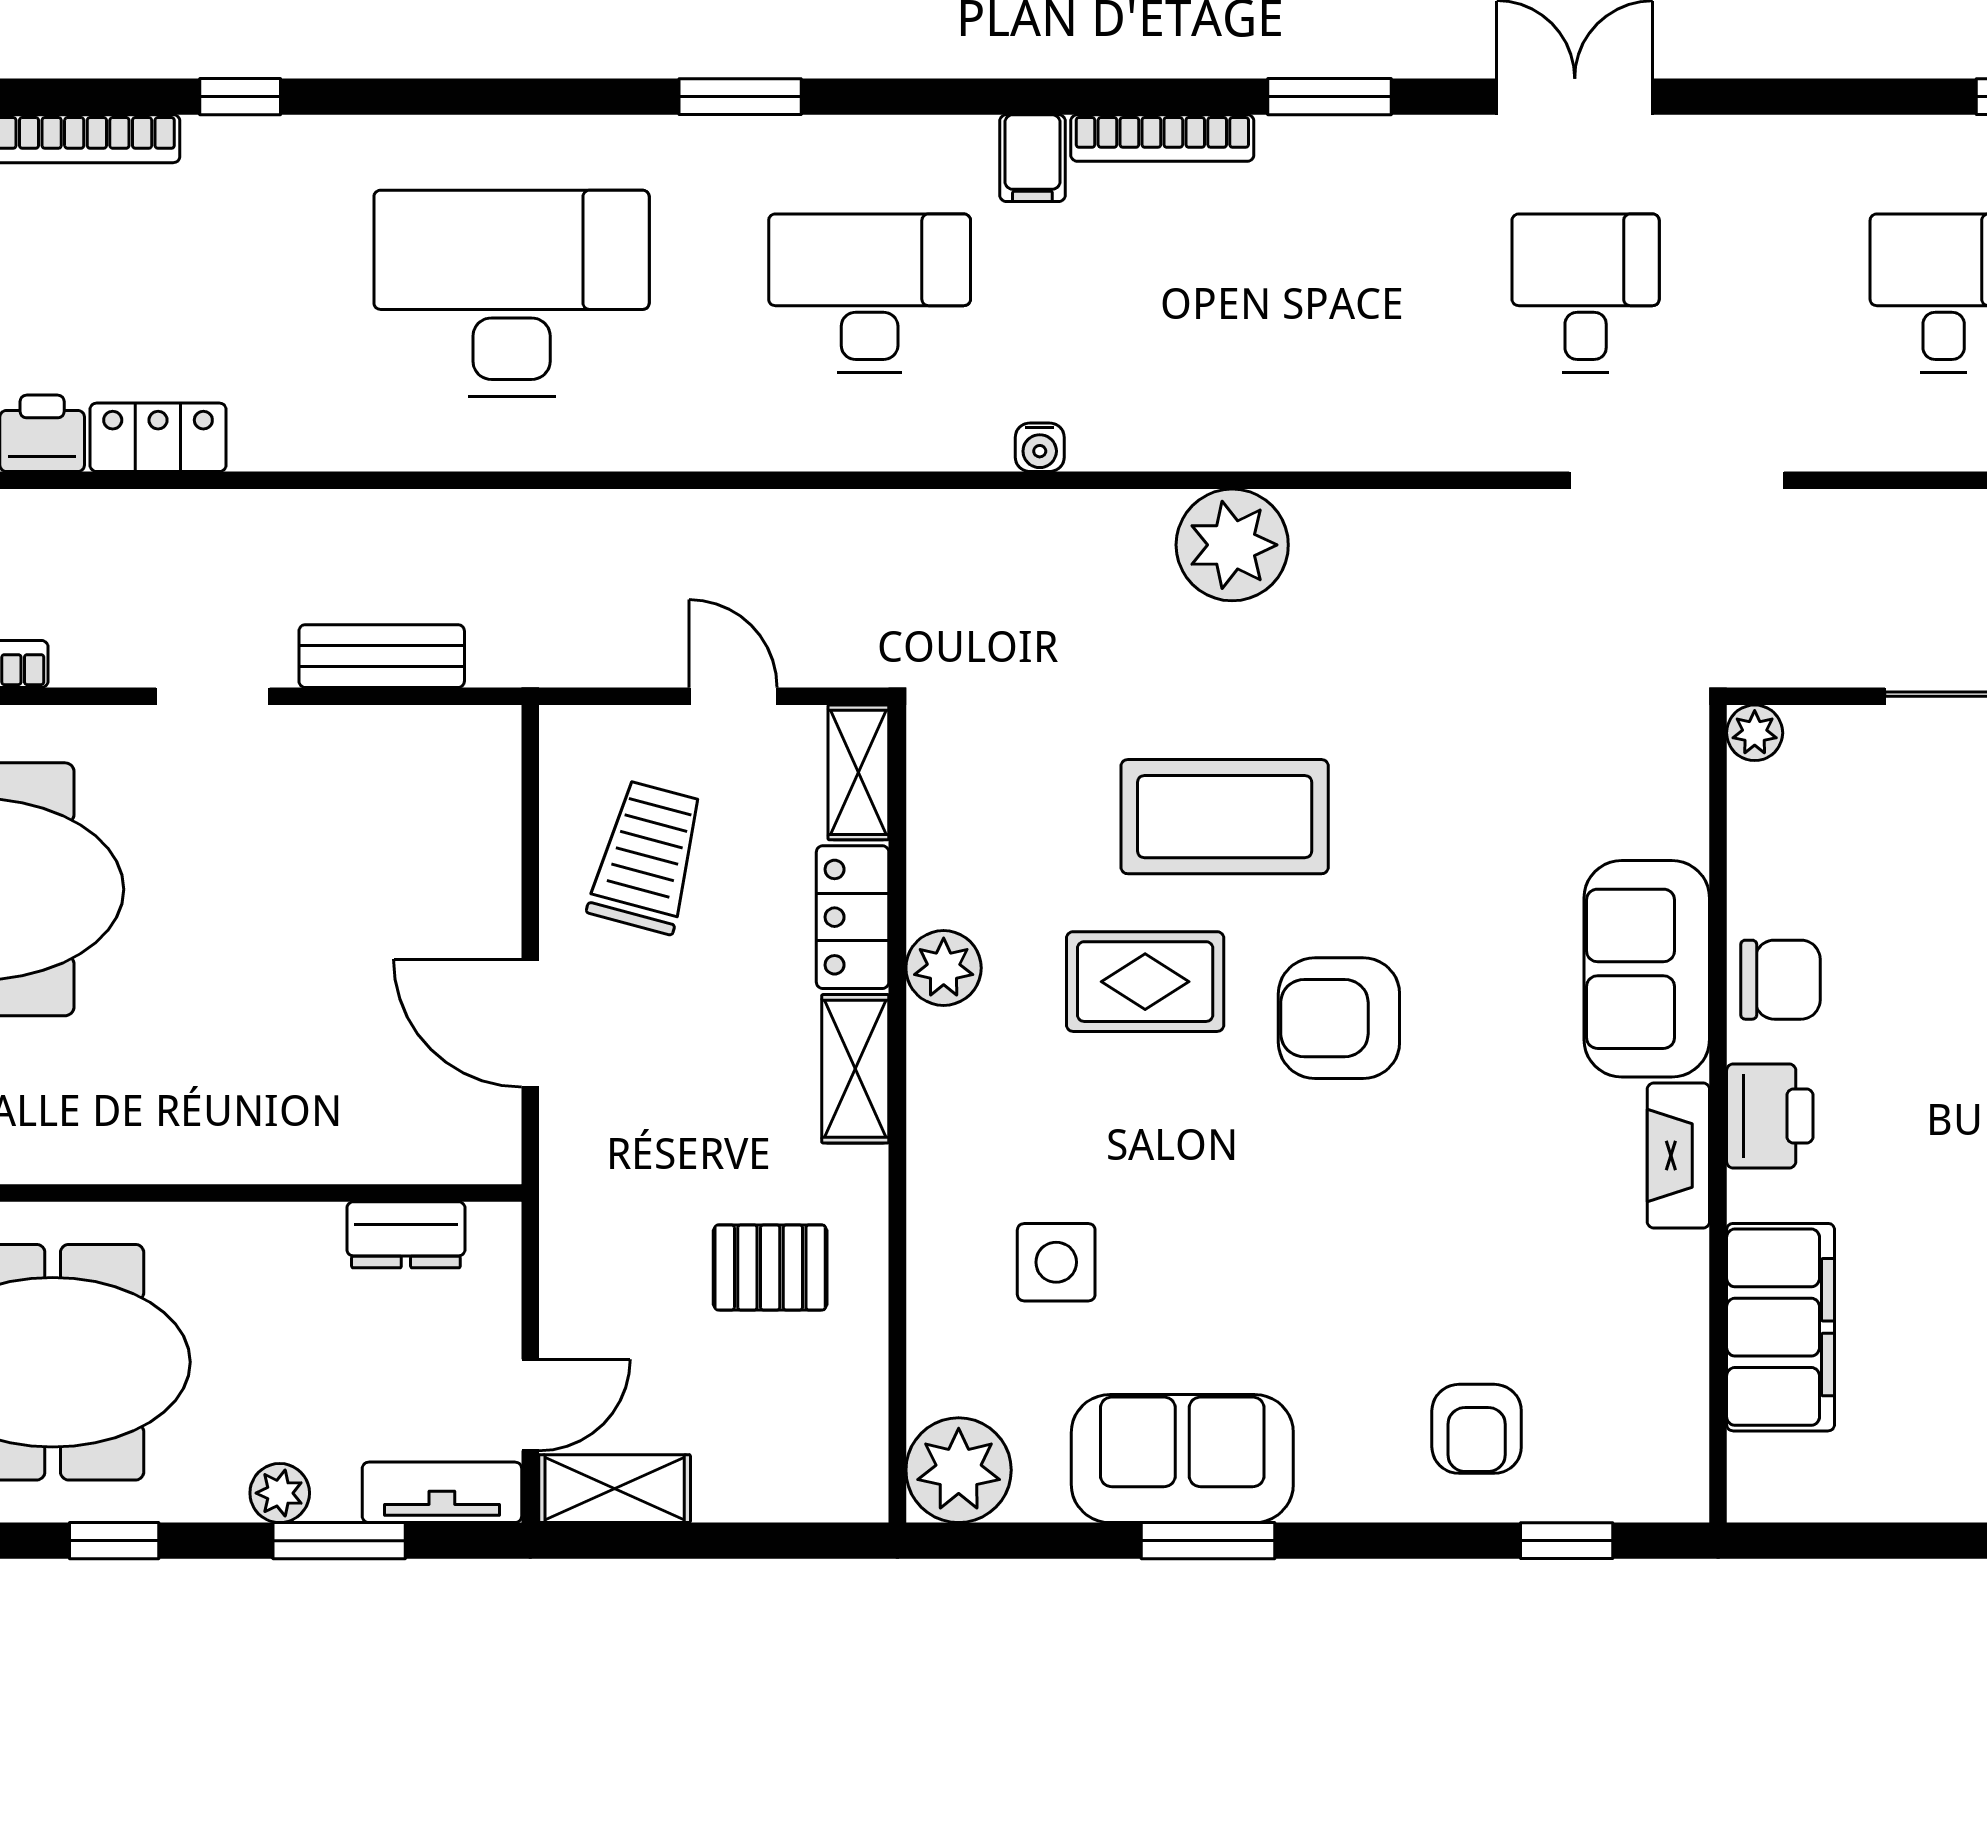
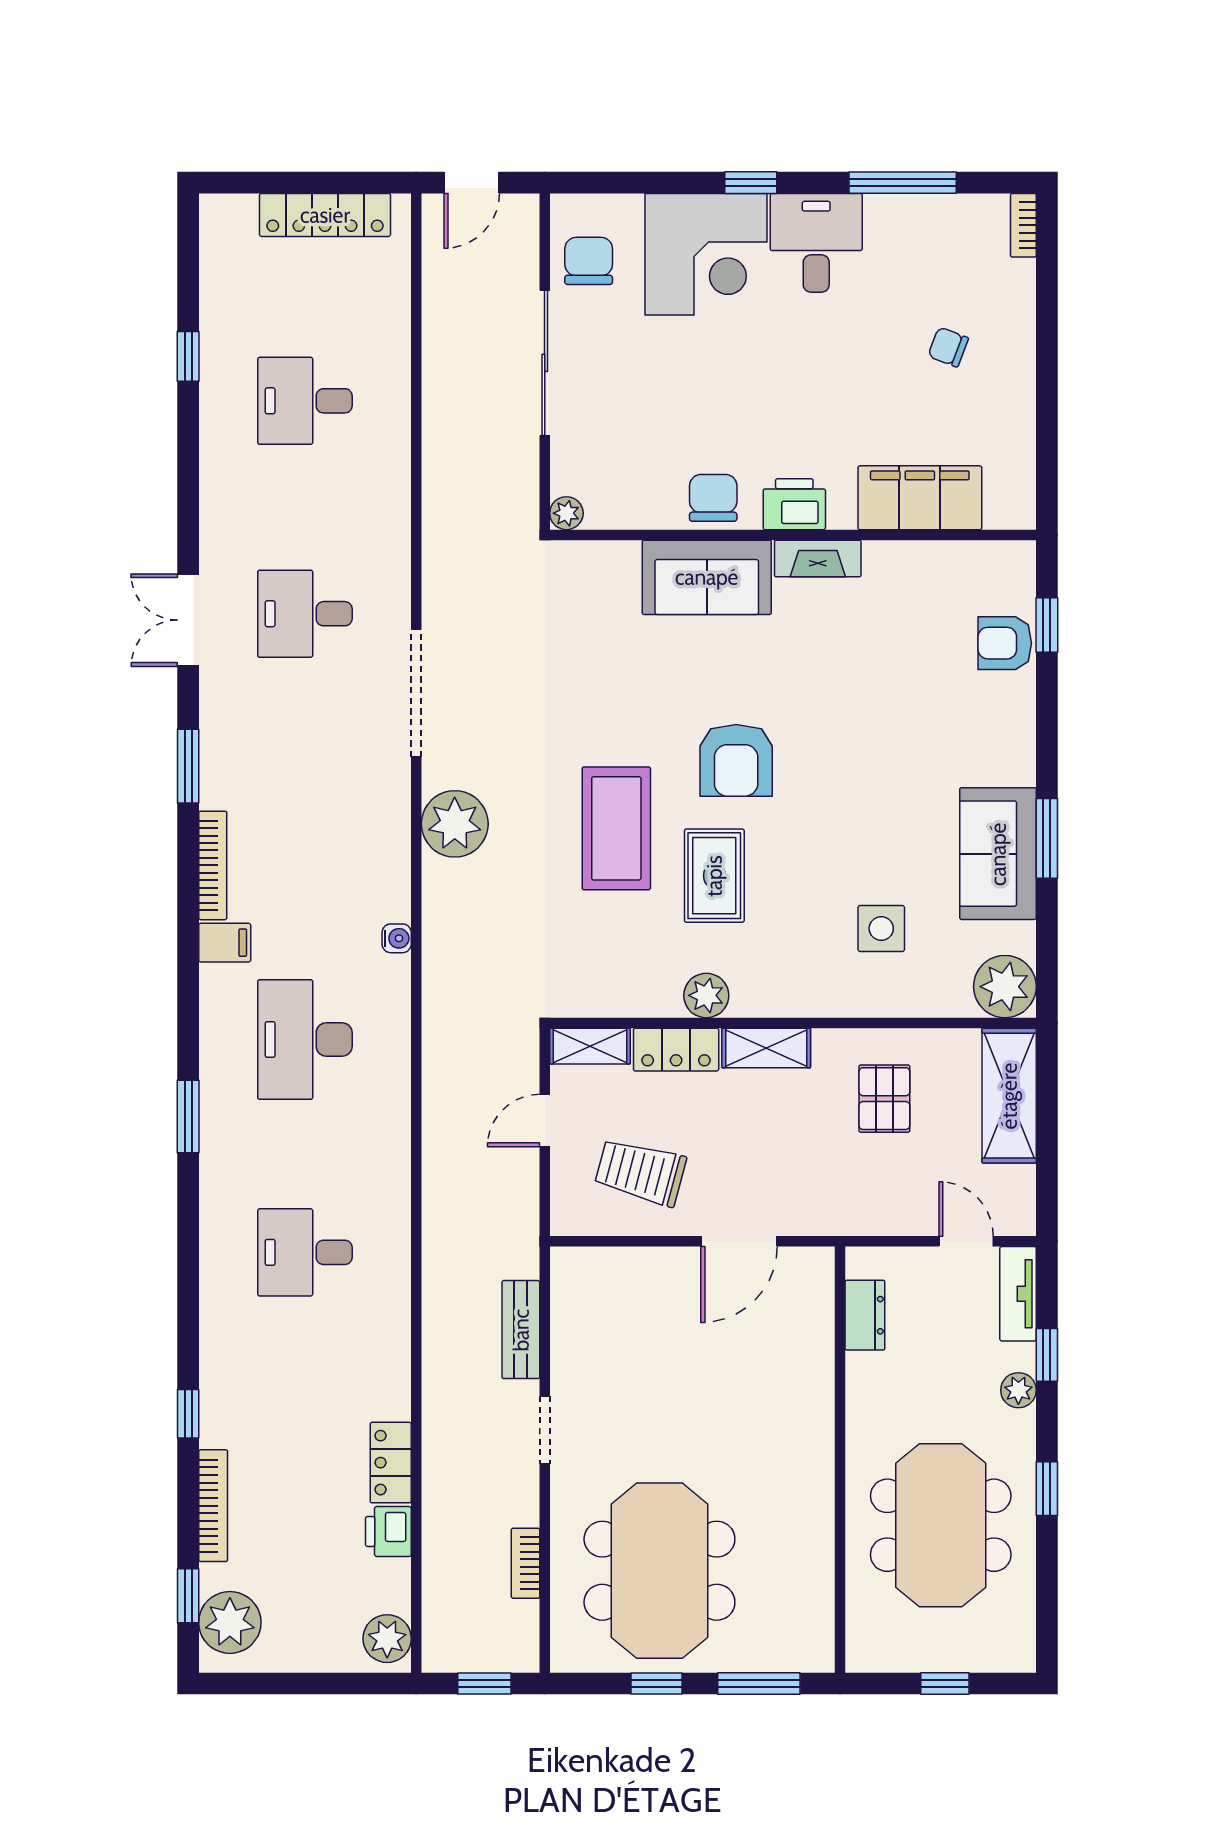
desk: (512, 293) -> (305, 1252), width x0.53, depth x0.77
doorway: (1677, 480) -> (416, 693), moved
armchair: (1477, 1429) -> (1005, 643), moved, turned 180
shelving: (615, 1489) -> (1009, 1096), moved, width x1.50, depth x1.33
window: (339, 1541) -> (1047, 1355), width x0.67

